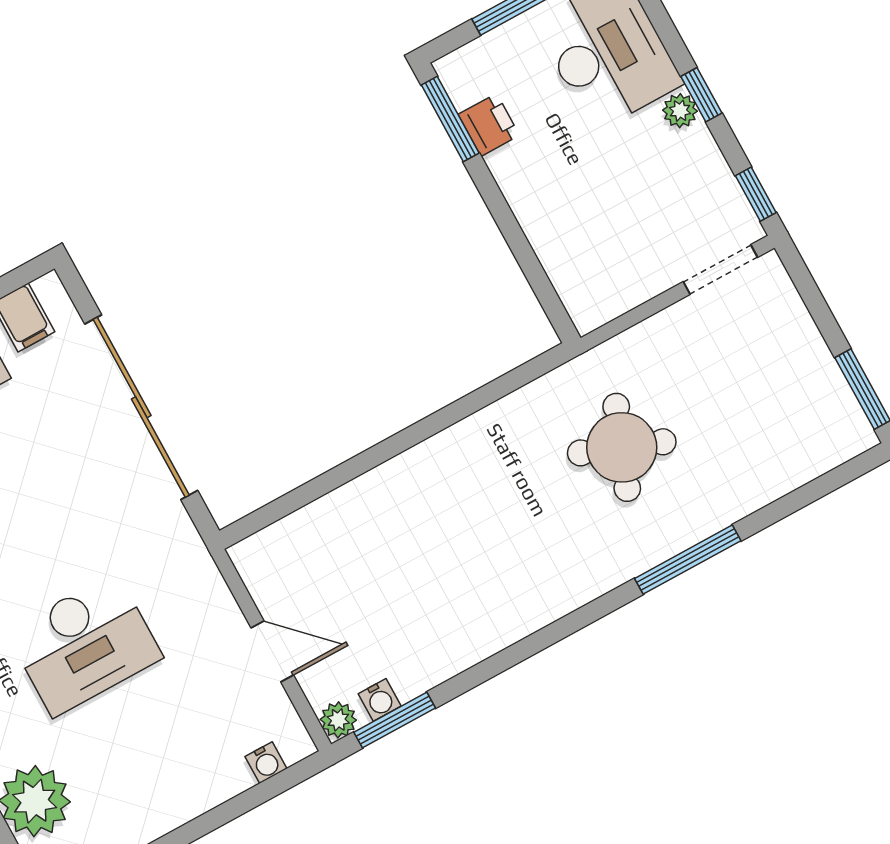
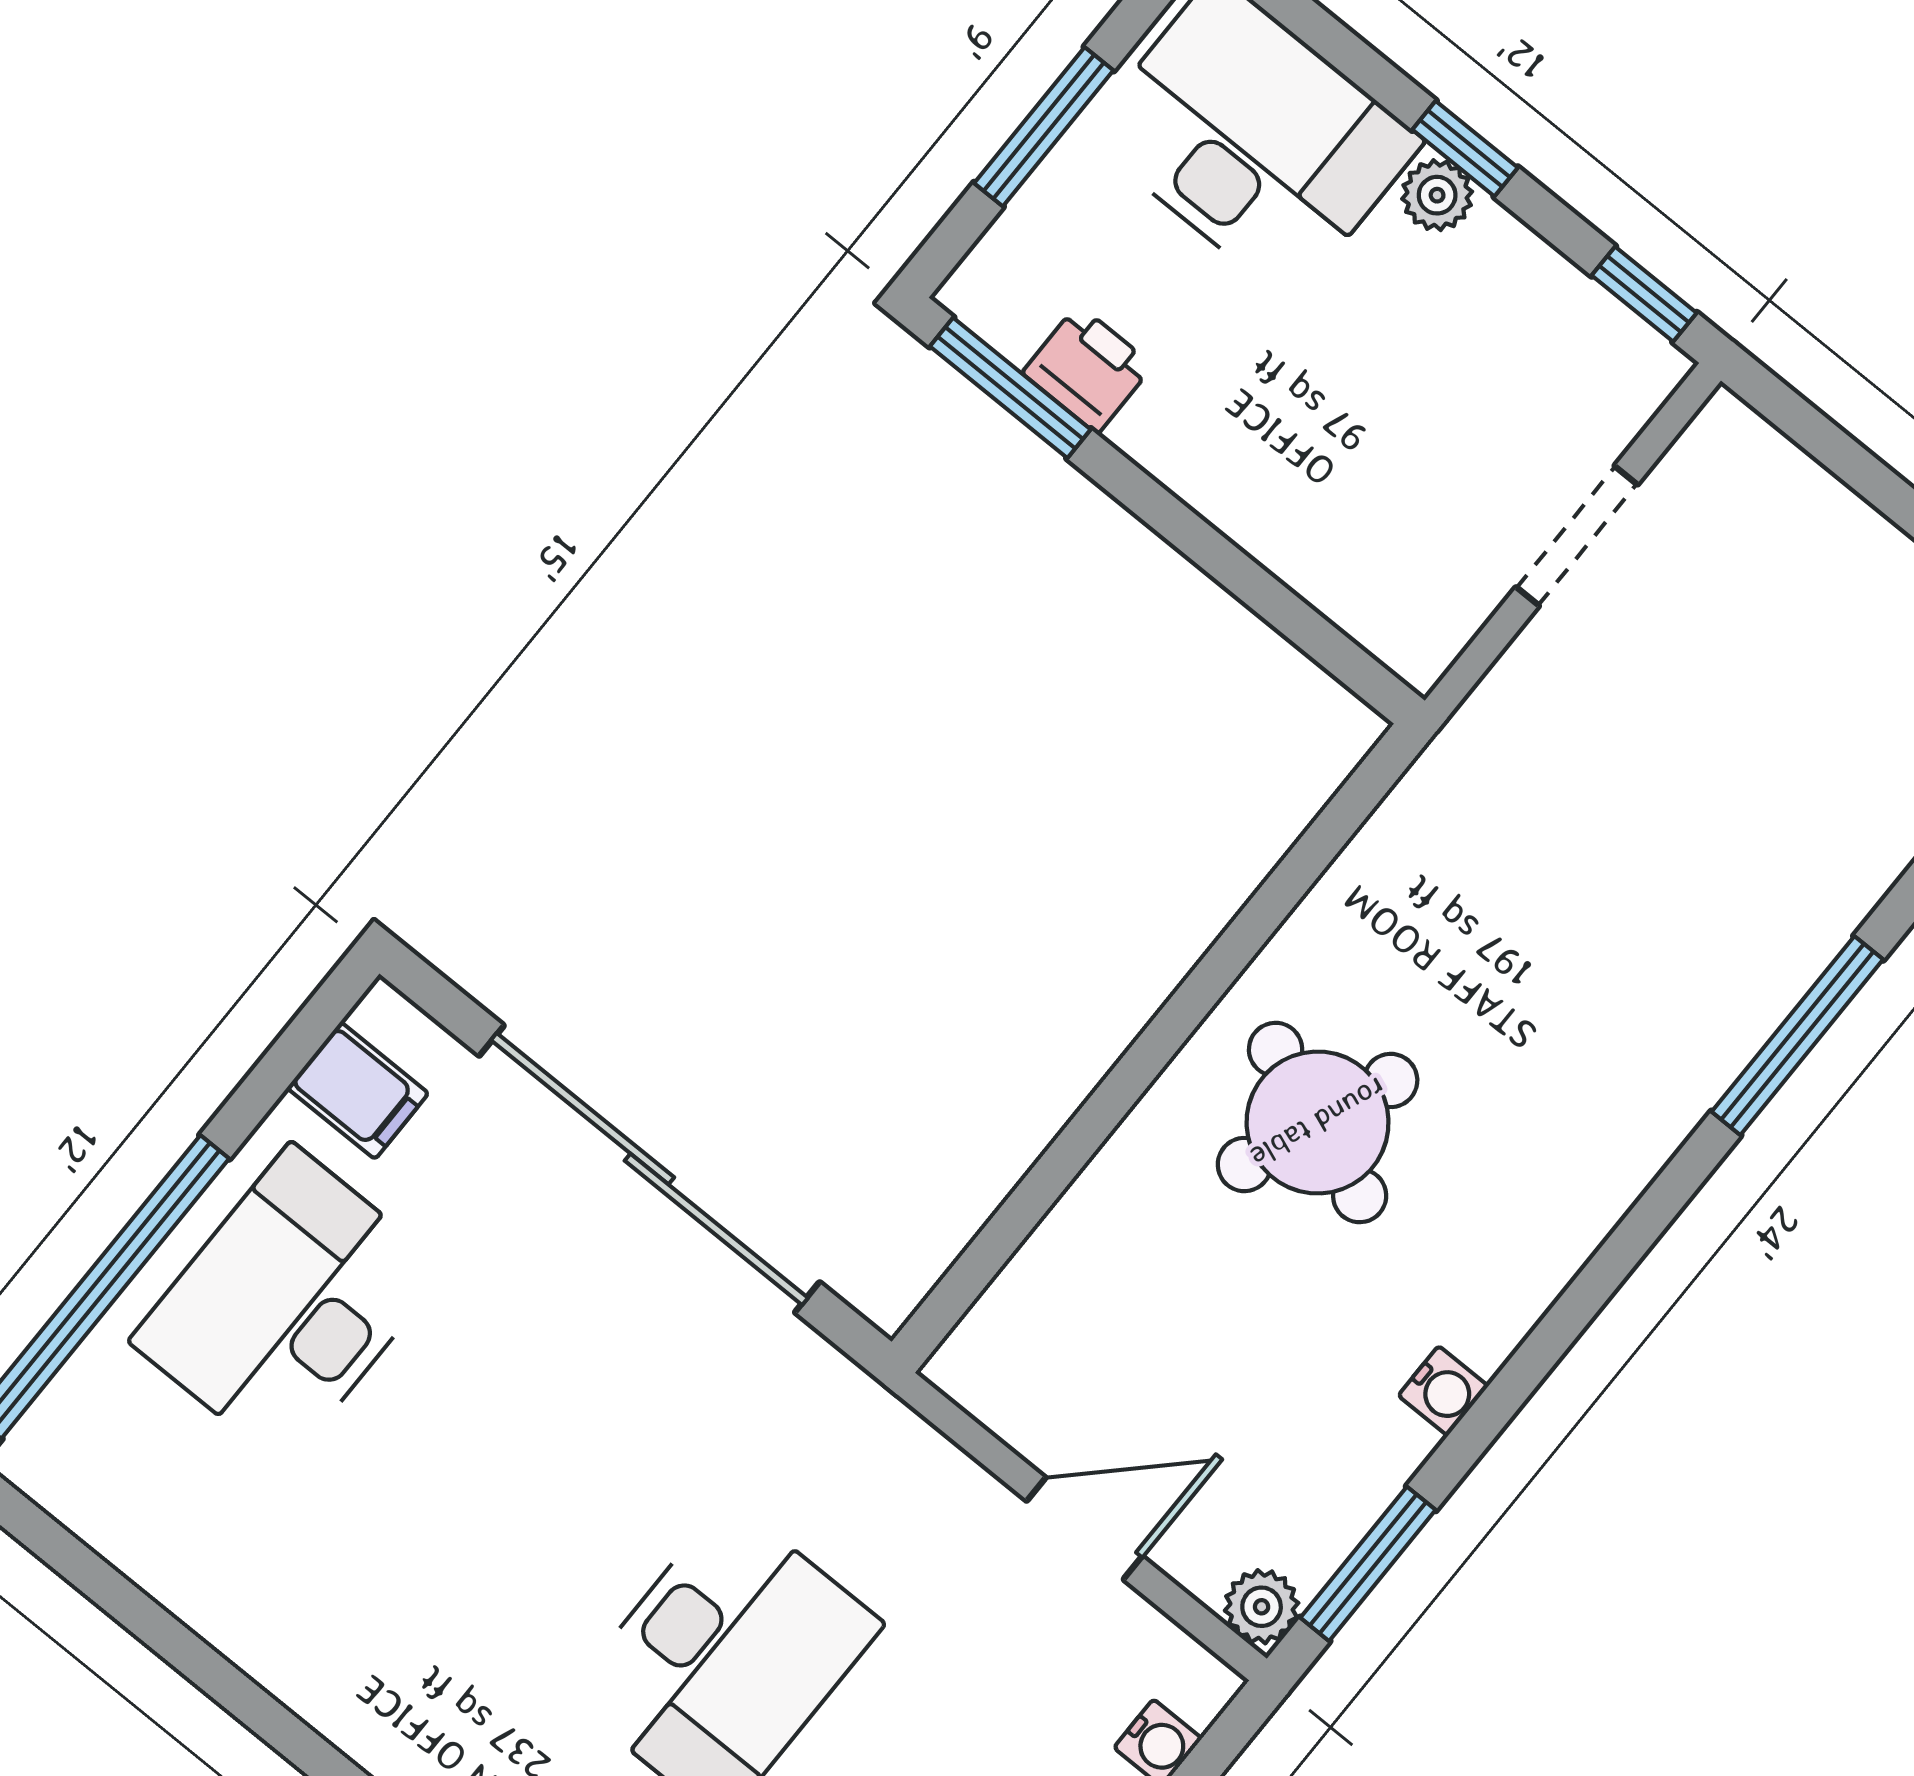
doorway: (720, 269) -> (1577, 536), moved
round table: (622, 447) -> (1318, 1123), moved
water cooler: (380, 700) -> (1443, 1391), moved

